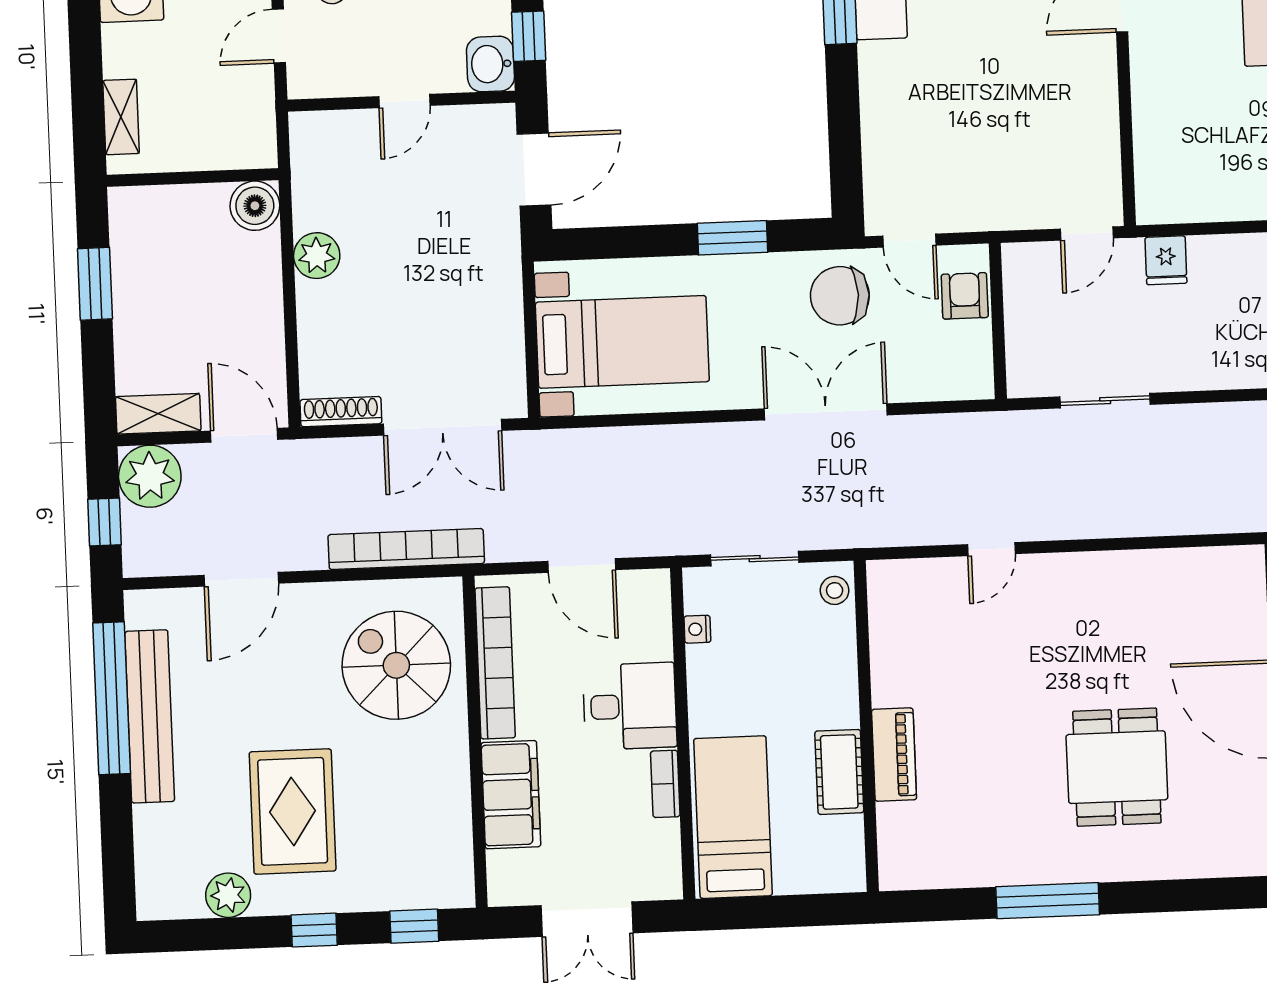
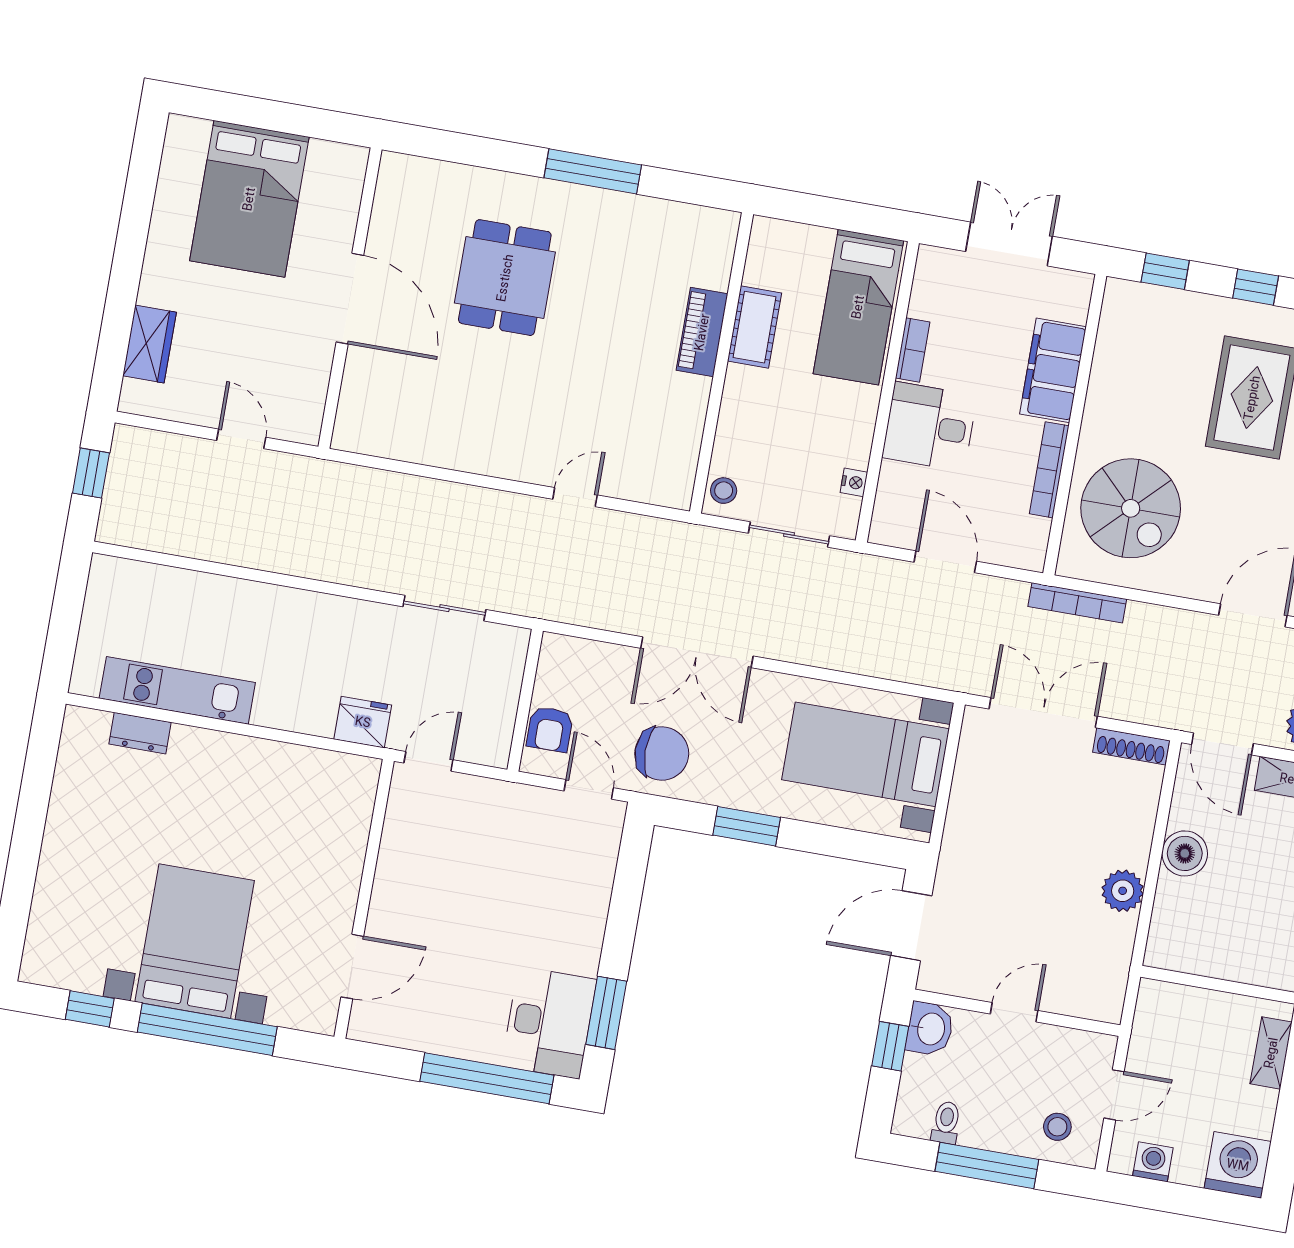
boiler: (255, 206) -> (1185, 853), moved
fridge: (1166, 260) -> (363, 722), width x1.38
bookcase: (406, 549) -> (1077, 603), width x0.68, depth x0.76
bookcase: (495, 663) -> (1049, 470), width x0.68, depth x0.76

